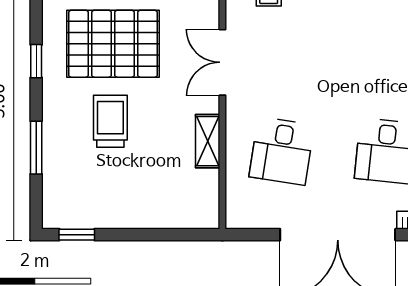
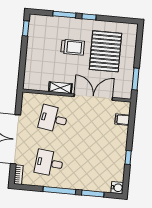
window: (36, 61) -> (89, 17), moved
double door: (222, 62) -> (93, 97), width x1.37

